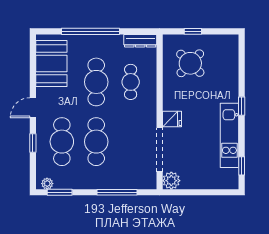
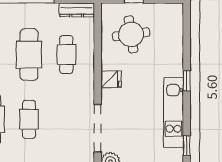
round table: (190, 63) -> (131, 34), turned 38
fridge: (172, 119) -> (111, 79), moved
cafe table: (96, 142) -> (29, 119), width x0.73, depth x0.74

